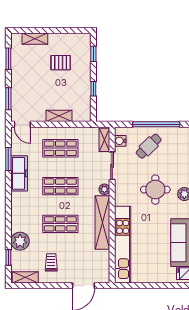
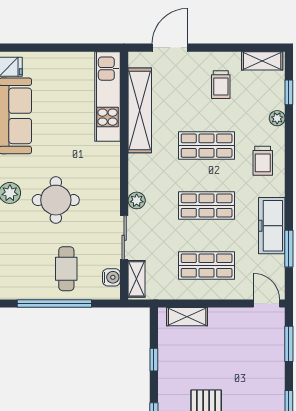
shelving: (59, 116) -> (187, 317), moved
cafe table: (149, 146) -> (66, 269), turned -46
trolley: (25, 214) -> (263, 161), added
shelving: (102, 222) -> (140, 110), moved
plant: (20, 241) -> (277, 118), width x0.53, depth x0.53
kitchen unit: (123, 245) -> (108, 96), width x0.73

